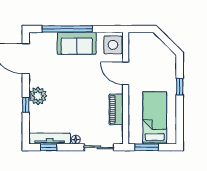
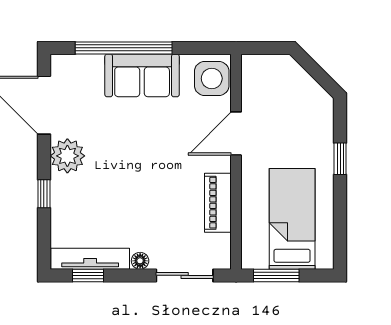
door: (126, 73) -> (236, 133), hinge flipped
plant: (38, 96) -> (67, 156), moved

